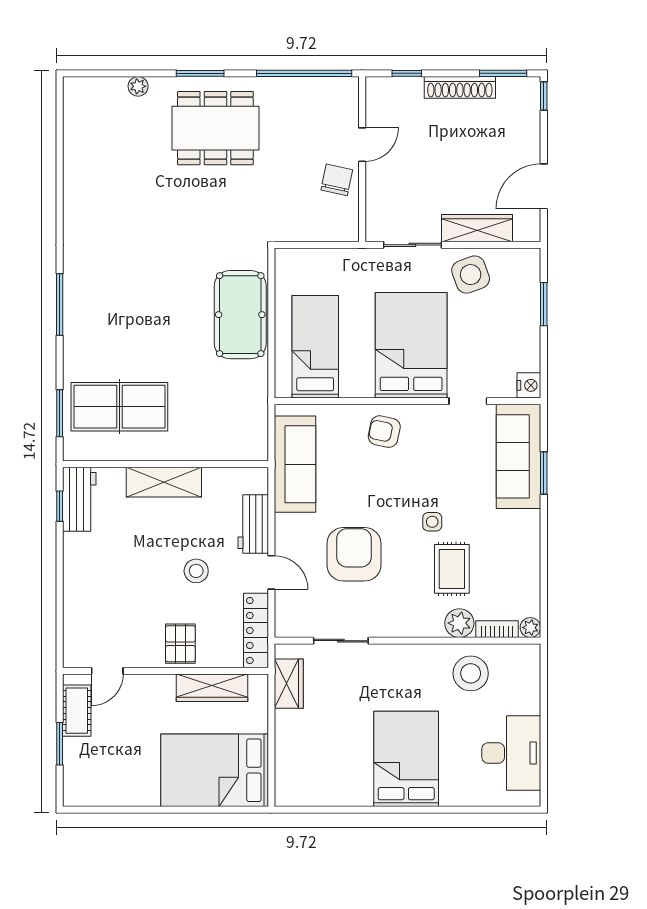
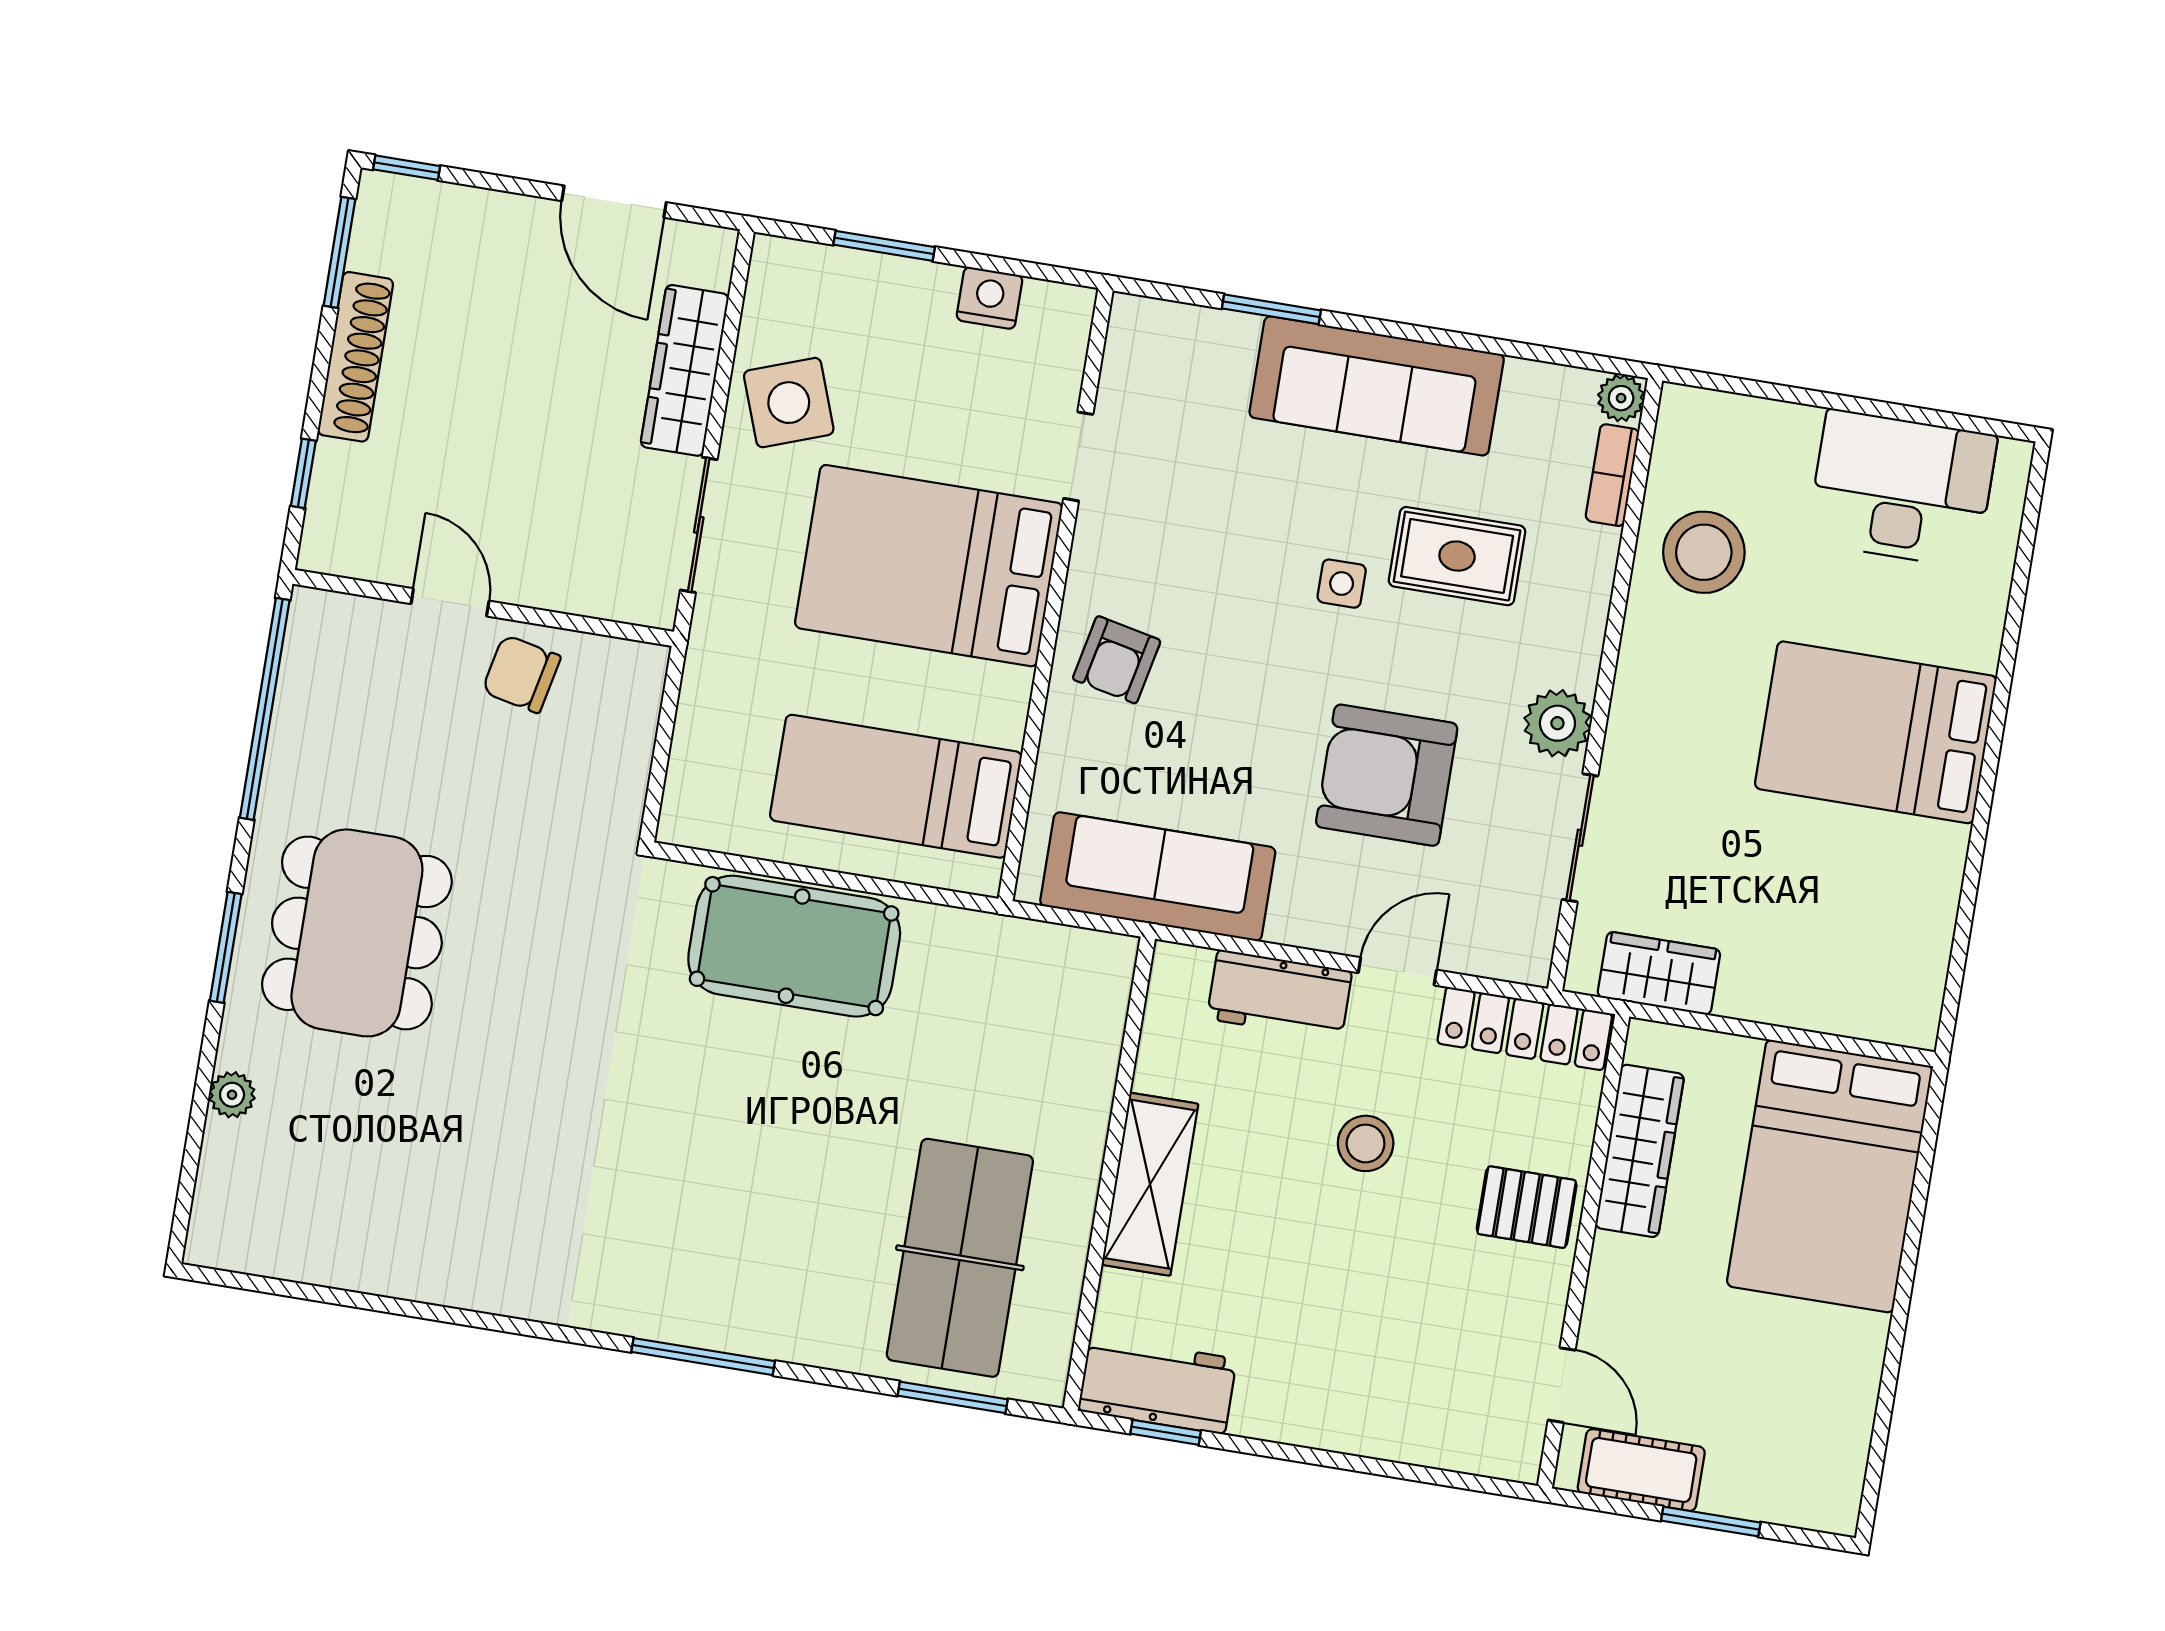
nightstand: (529, 385) -> (990, 298), moved
sofa: (519, 456) -> (1377, 386), moved
plant: (459, 623) -> (1557, 723), moved

